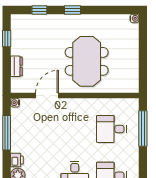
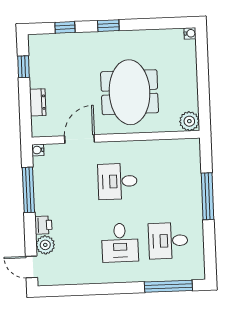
plant: (131, 85) -> (189, 121), added
desk: (111, 129) -> (117, 181), moved
window: (143, 129) -> (208, 196), moved

